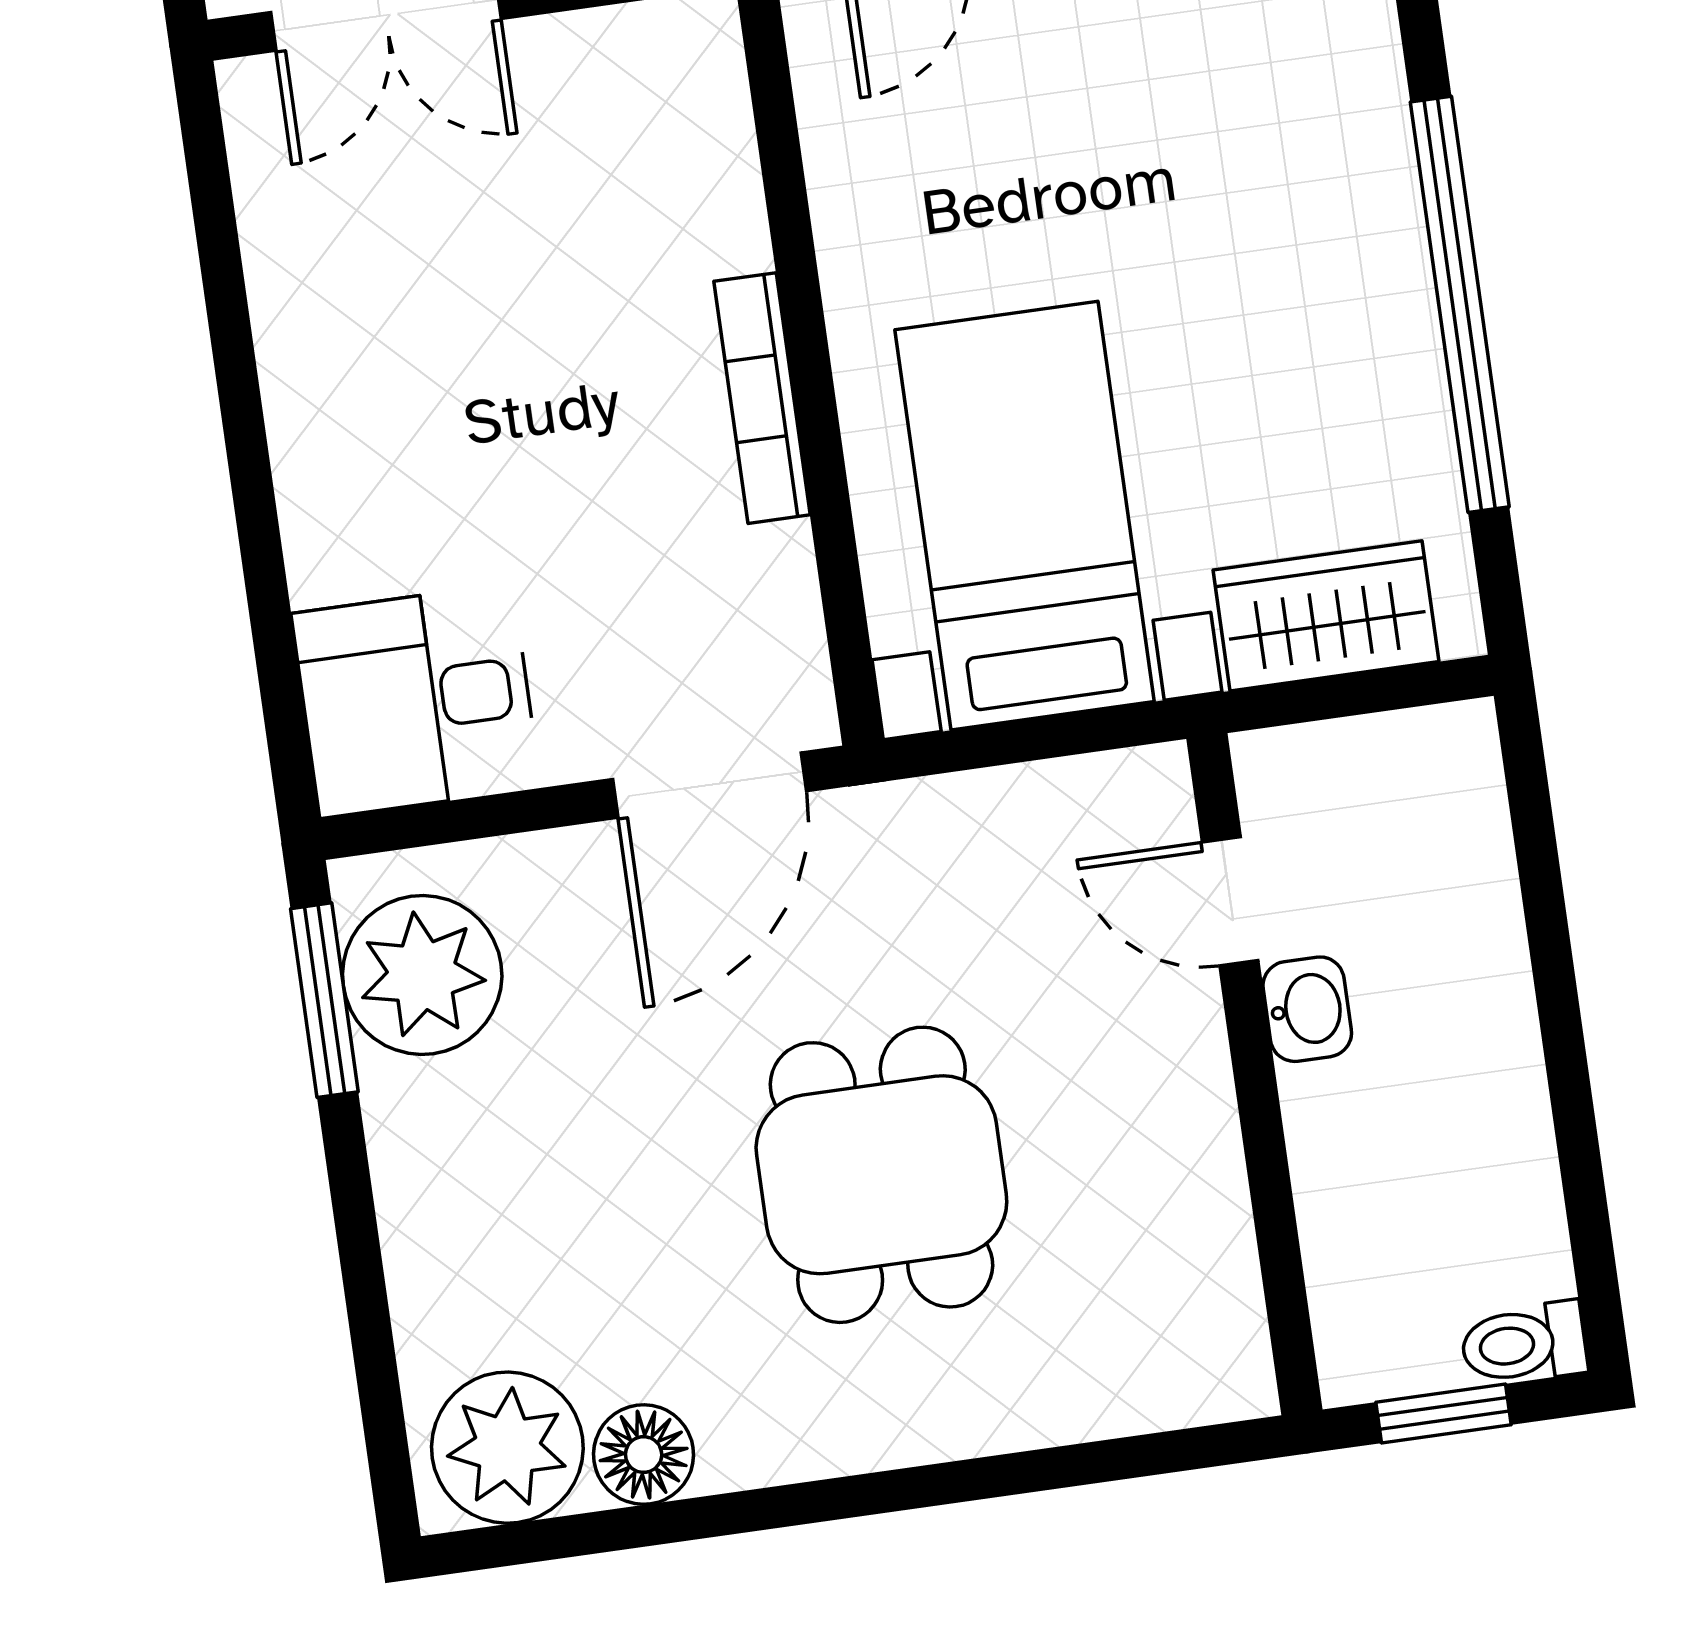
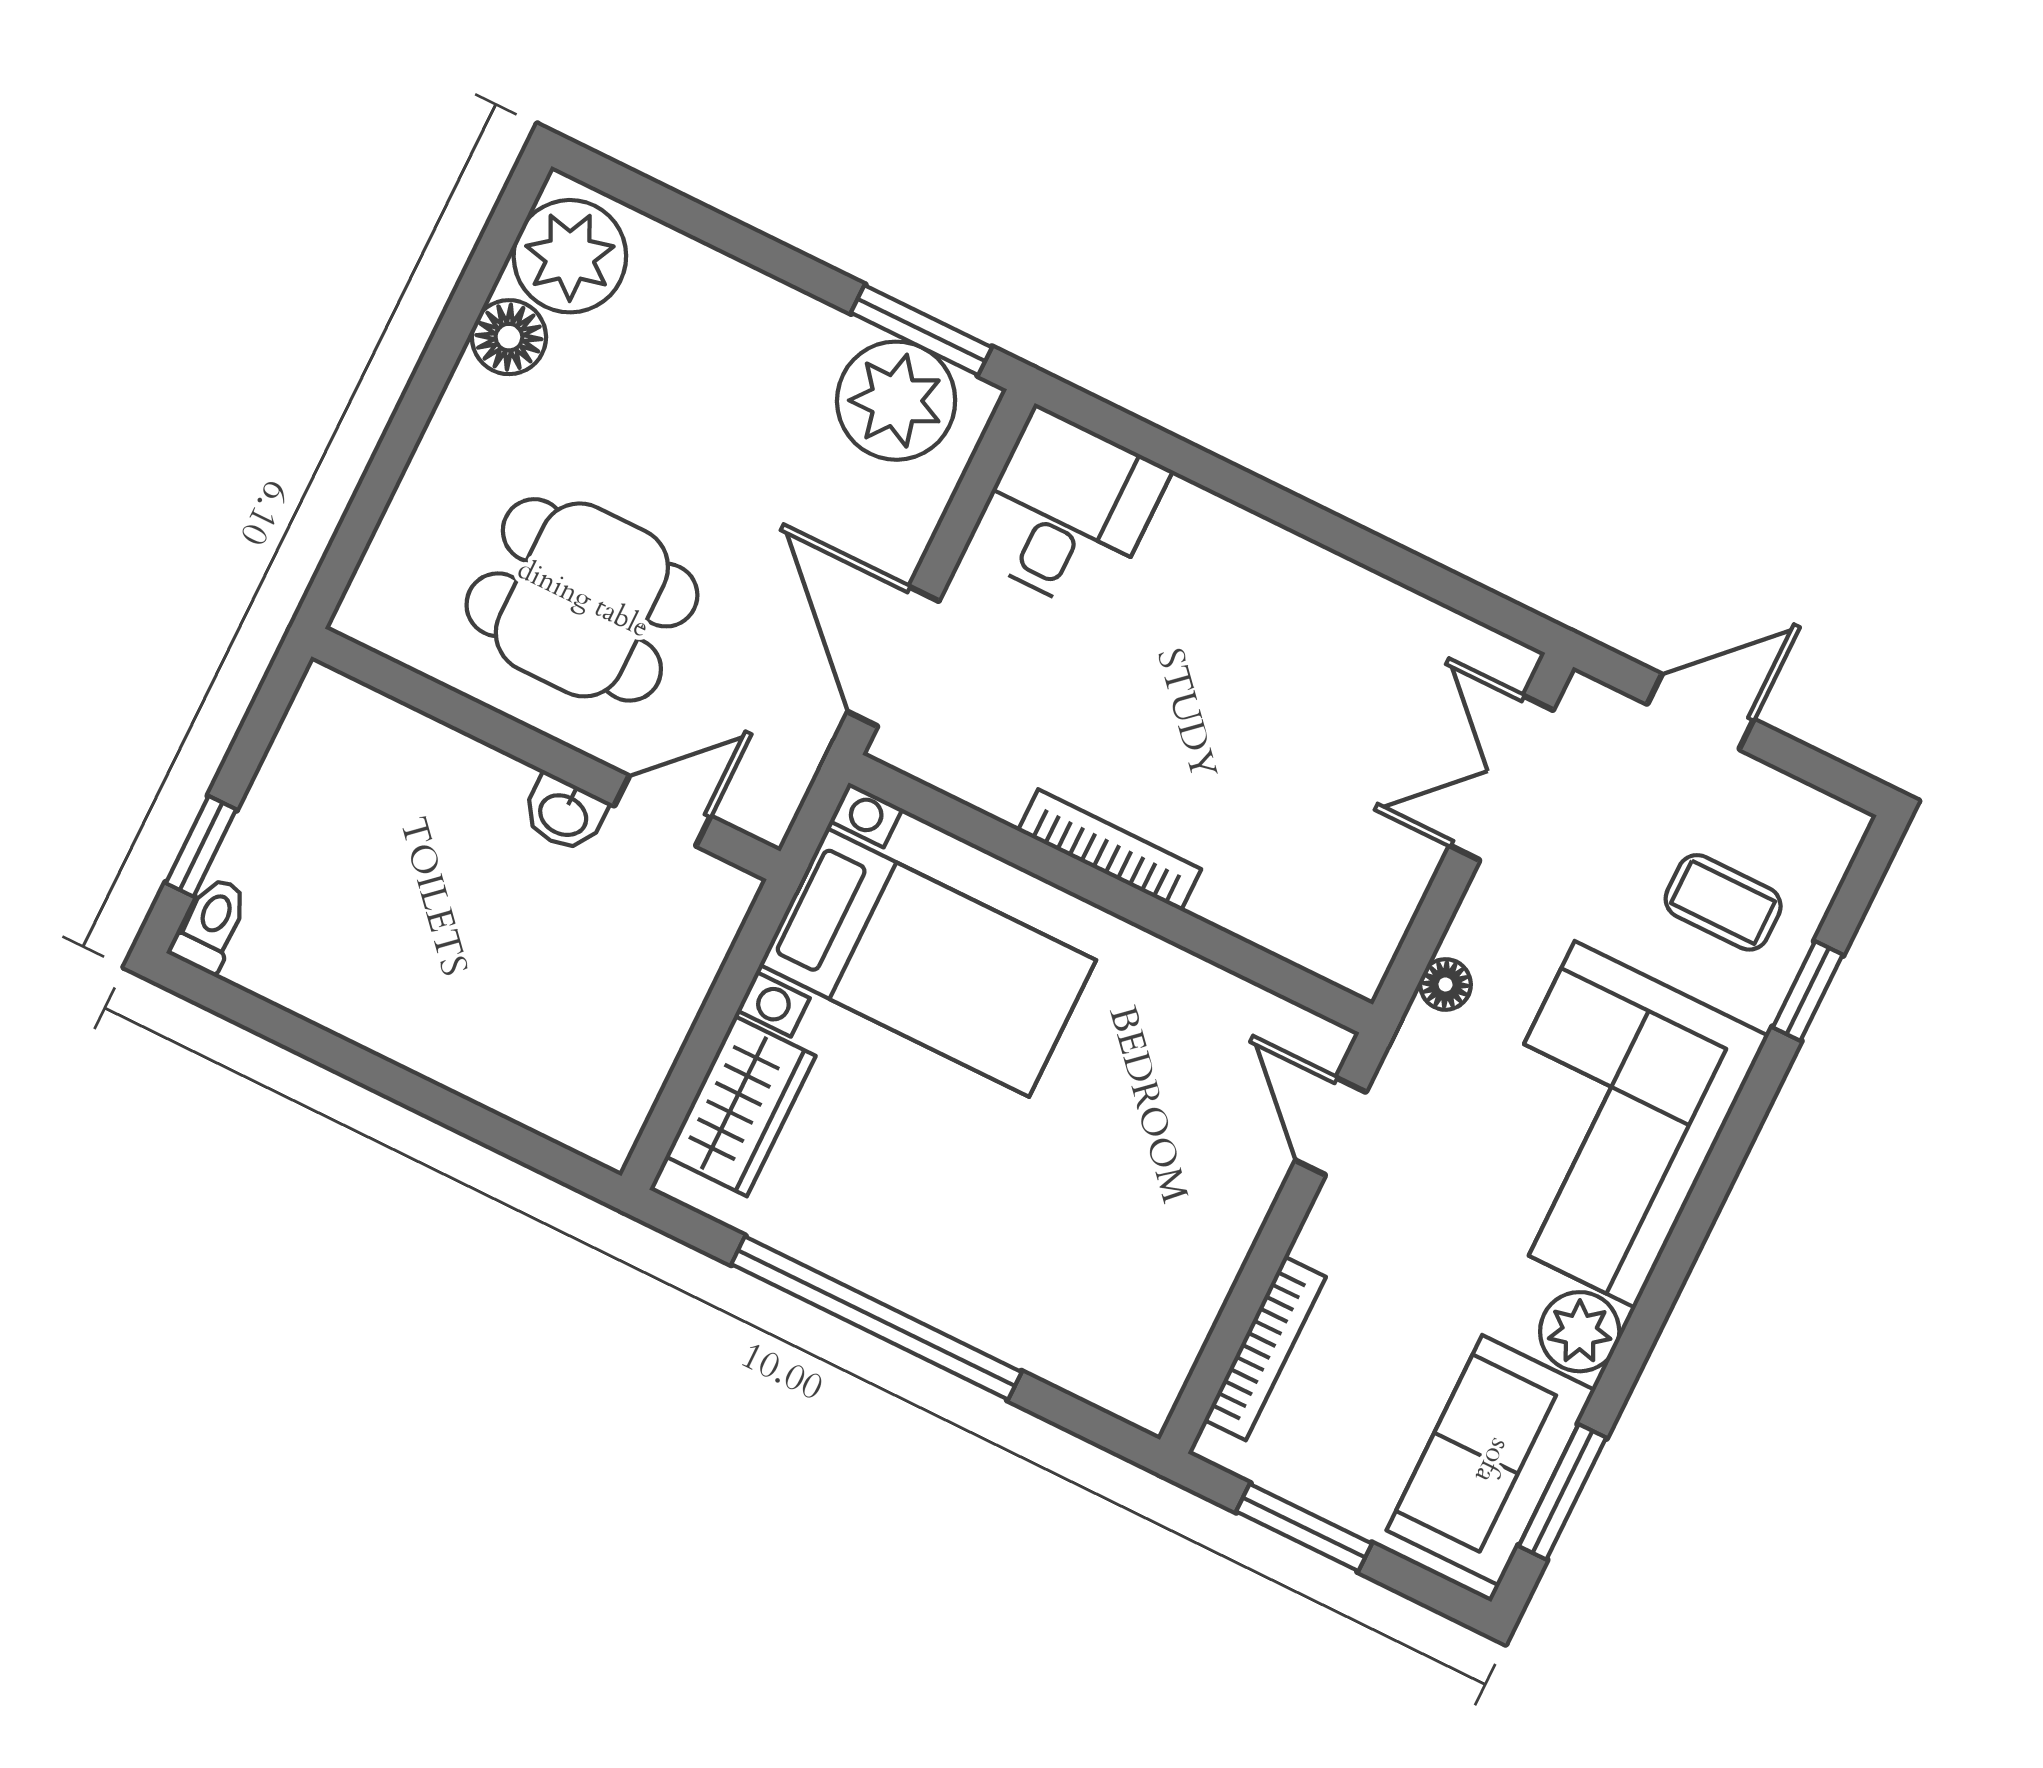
door: (1230, 901) -> (662, 811), moved
washbasin: (1307, 1009) -> (564, 813), moved
wall: (1254, 1074) -> (546, 754), moved

